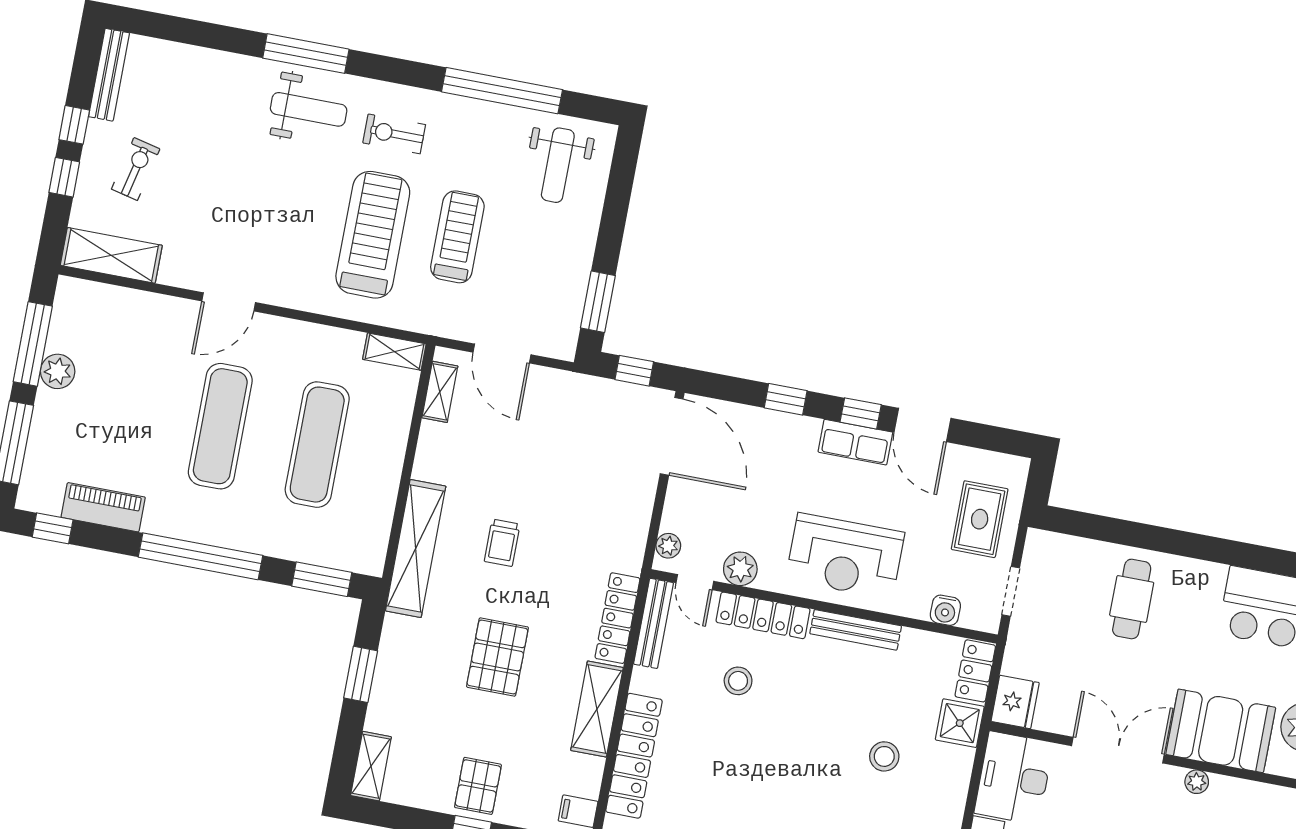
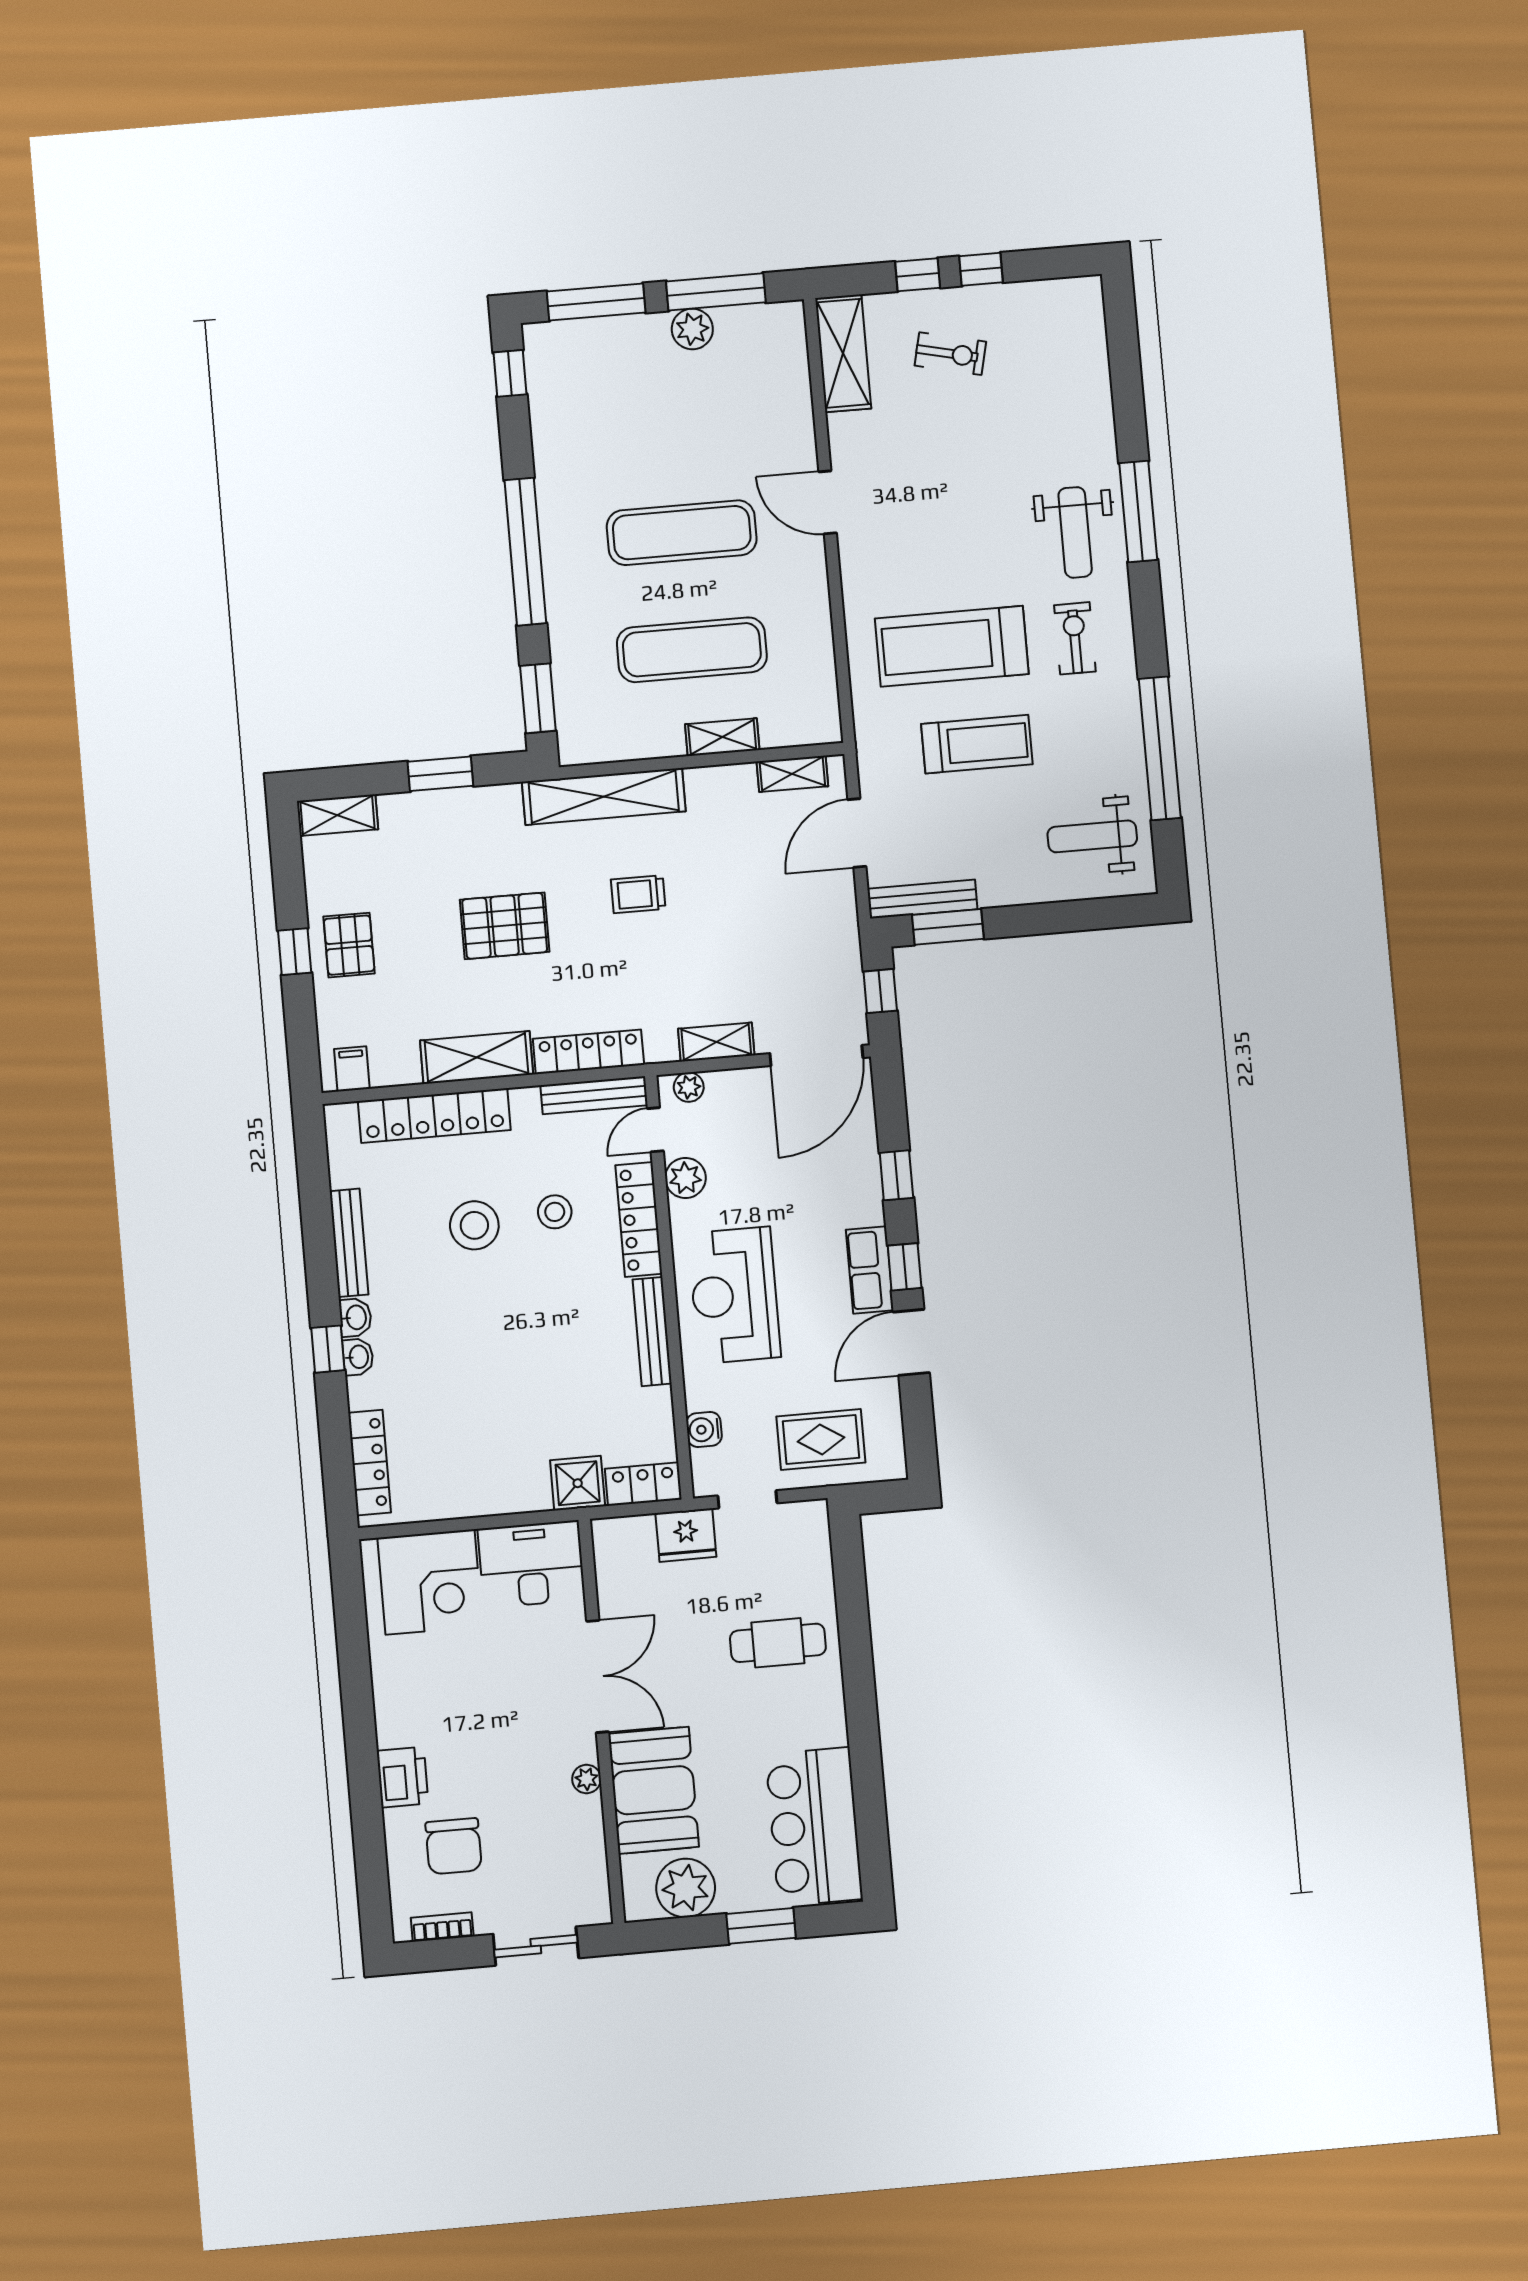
bench: (109, 75) -> (922, 899), moved
treadmill: (373, 235) -> (952, 646), turned 180
shelving: (394, 352) -> (722, 737), moved, turned 90
piano: (103, 507) -> (551, 424), removed
shelving: (638, 514) -> (716, 1042), added
fridge: (1015, 702) -> (686, 1535), moved
stool: (884, 756) -> (474, 1225), moved, width x1.38, depth x1.38
pallet: (478, 786) -> (349, 945), turned 90

